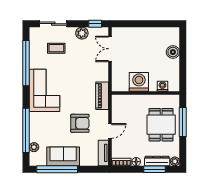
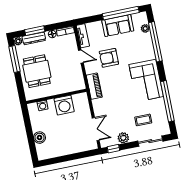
window: (183, 122) -> (14, 59), moved
door: (110, 131) -> (81, 56), swing flipped

